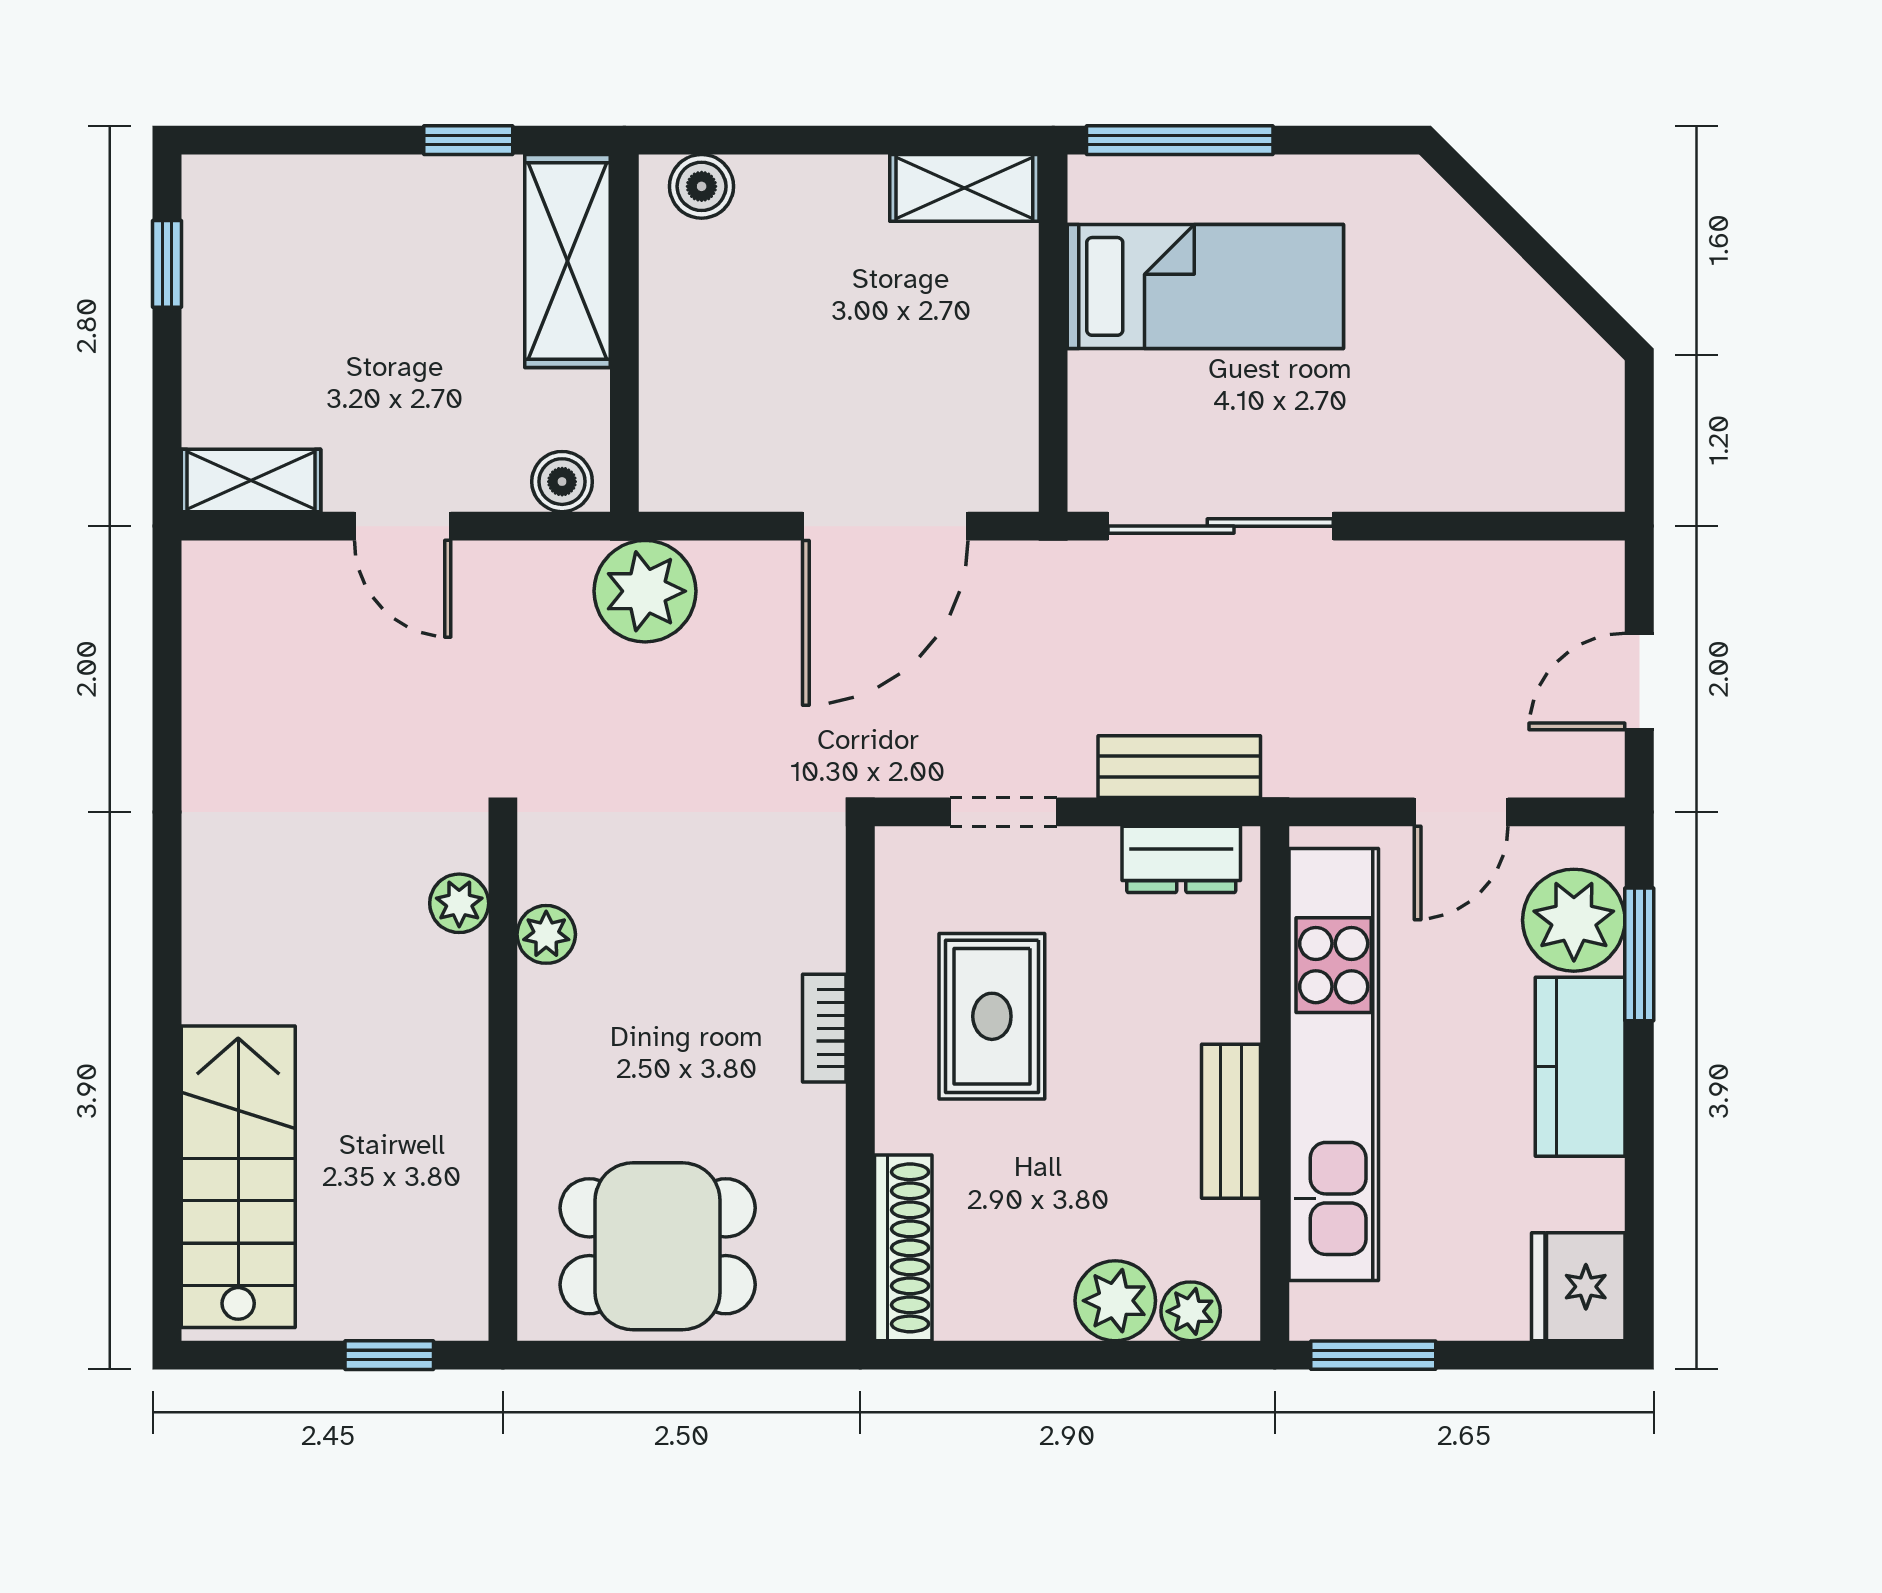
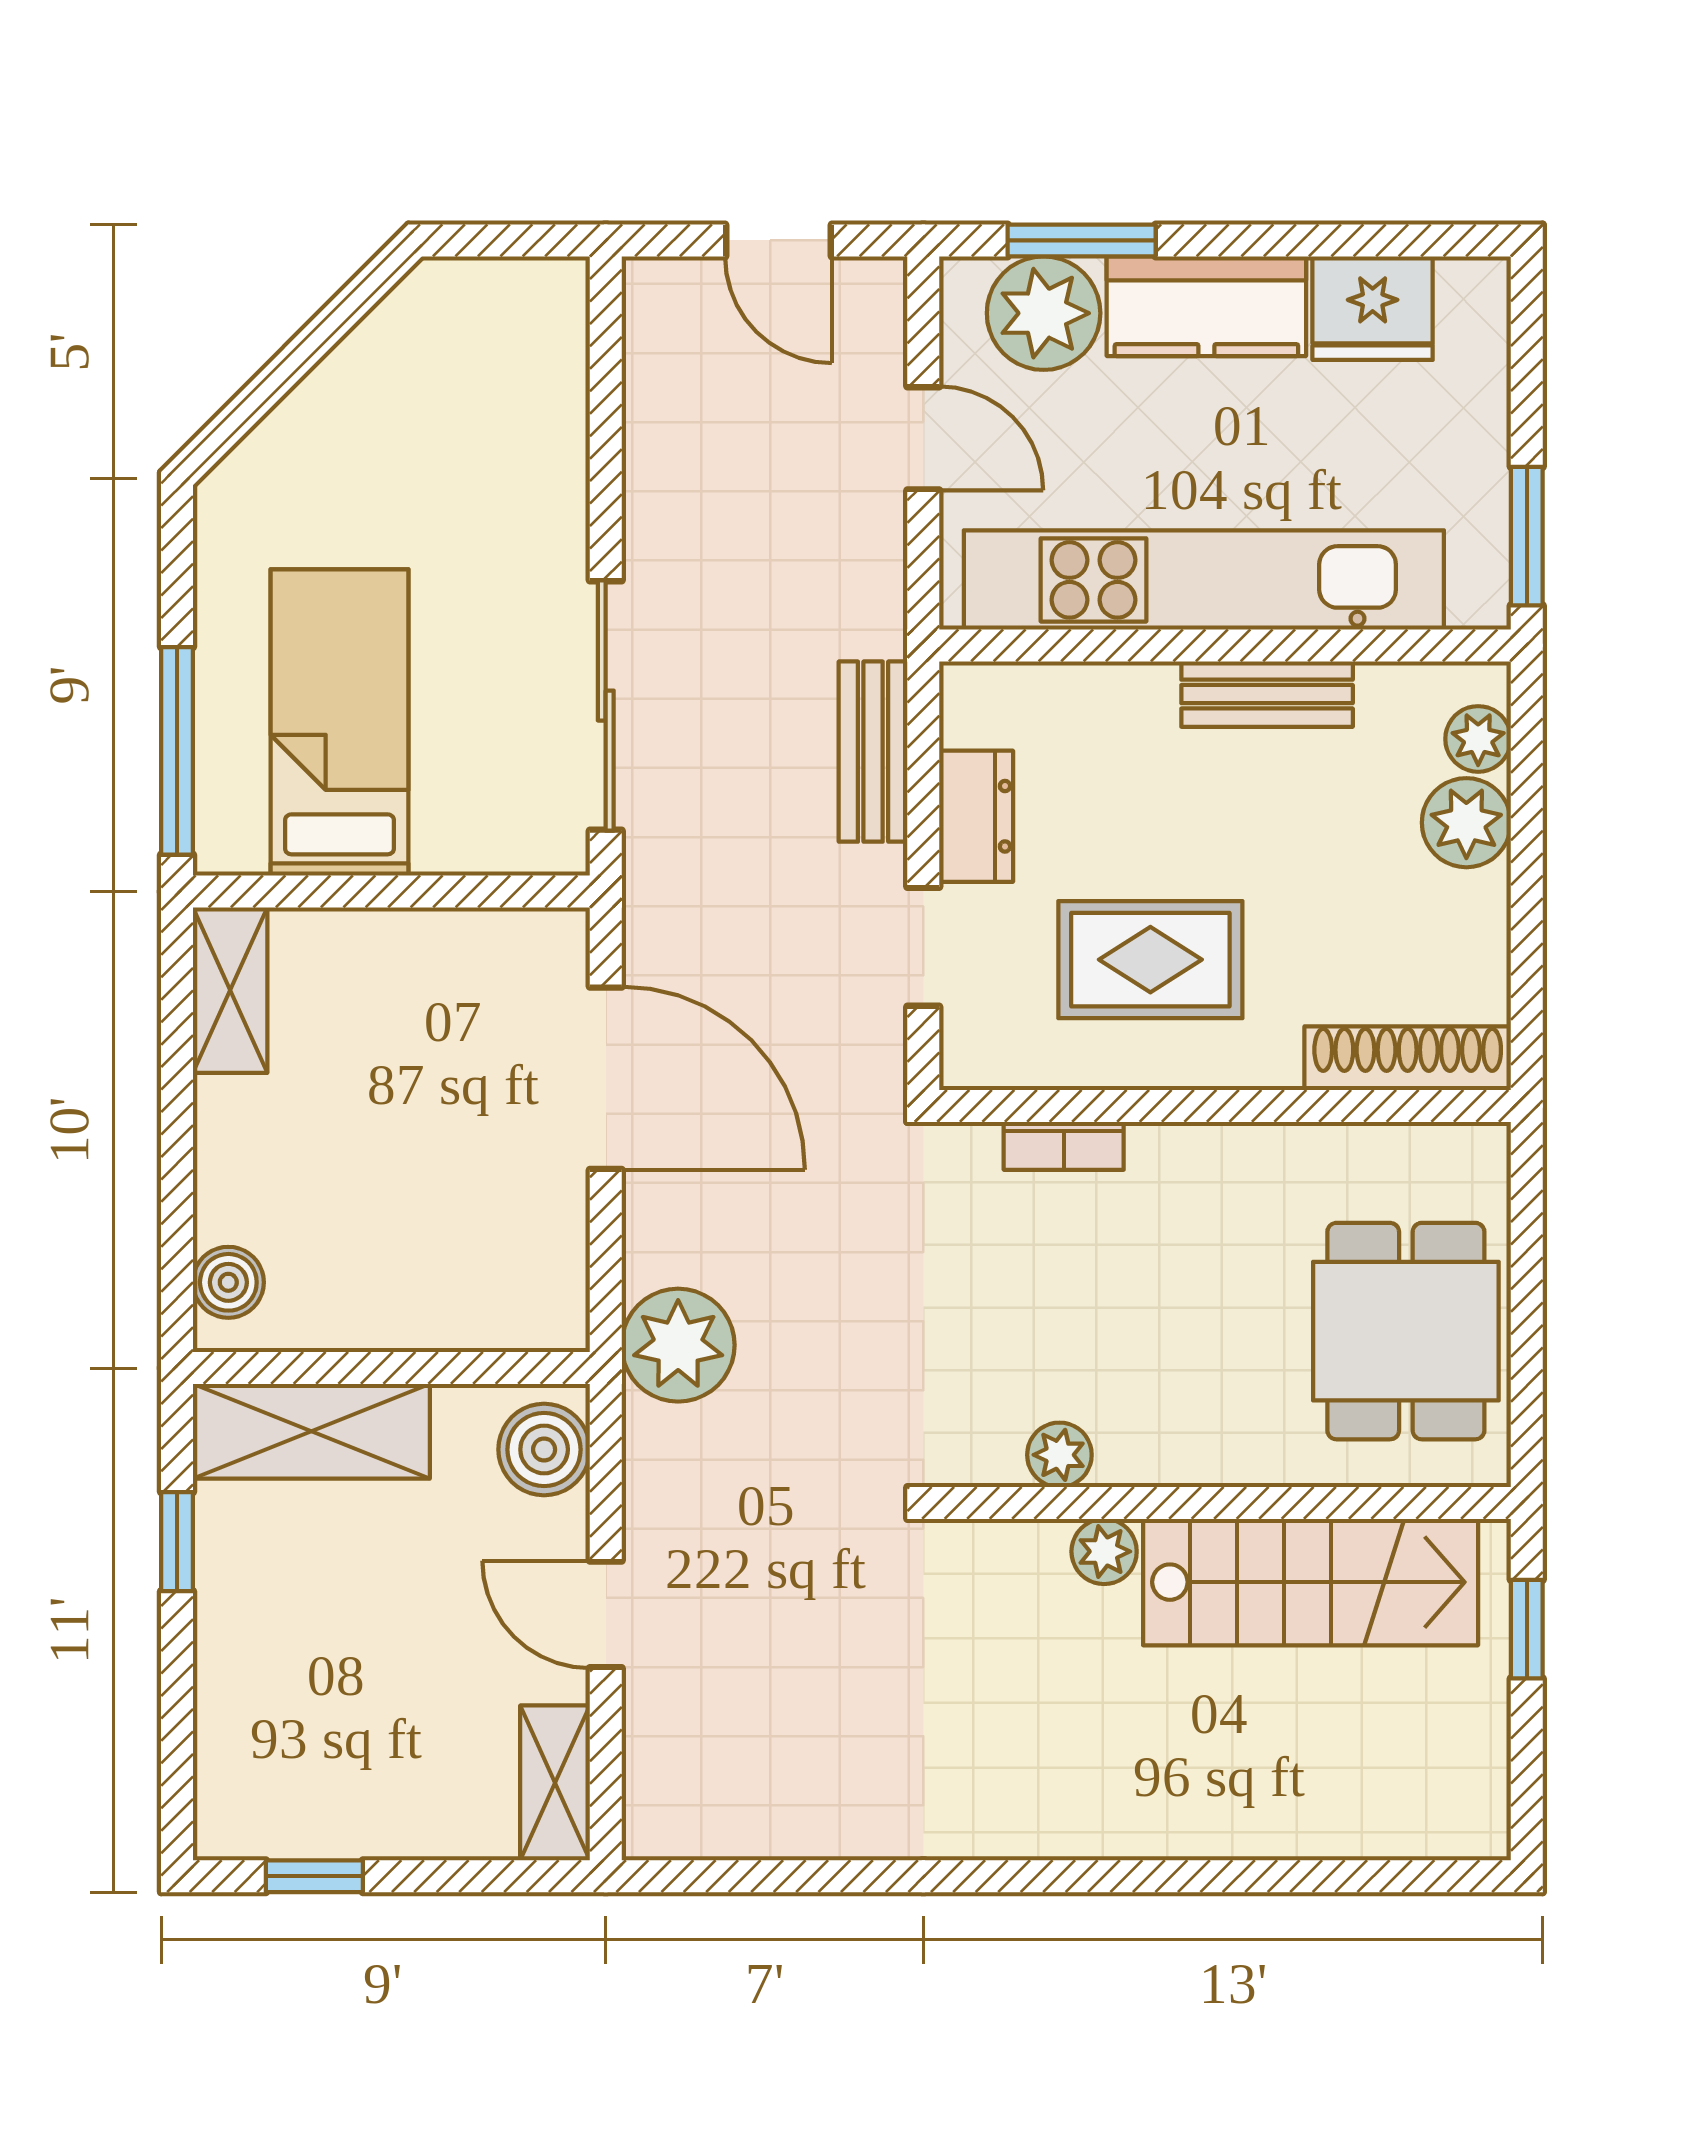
boiler: (562, 482) -> (544, 1450), width x1.36, depth x1.36
door: (403, 526) -> (606, 1614), swing flipped
dresser: (1181, 859) -> (976, 816), moved
plant: (459, 903) -> (1104, 1551), moved
bookcase: (824, 1028) -> (1064, 1146), moved
stairs: (238, 1177) -> (1311, 1582), moved, turned 180
fridge: (1578, 1287) -> (1373, 308), moved

